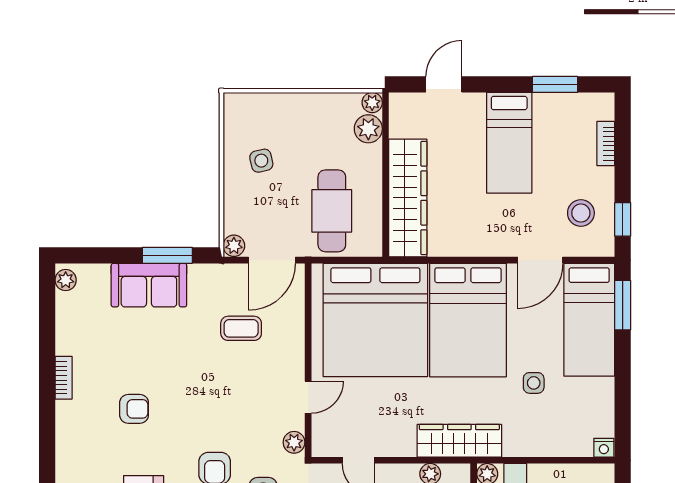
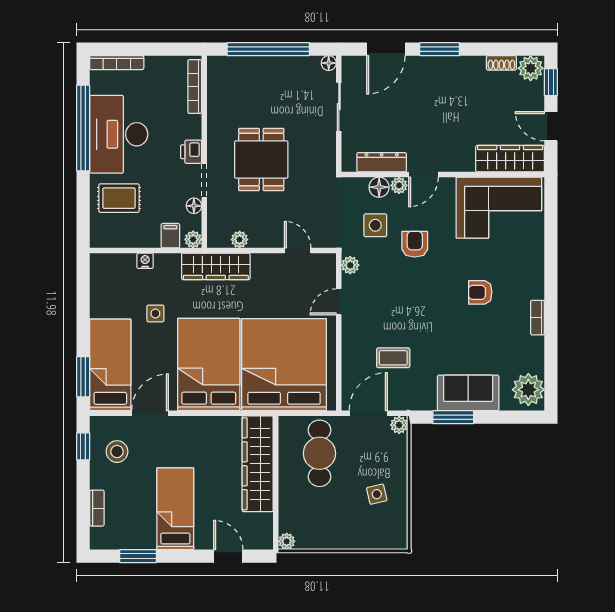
door: (444, 84) -> (228, 556), swing flipped
plant: (368, 129) -> (290, 520), removed
plant: (66, 280) -> (528, 390), width x1.88, depth x1.88
nightstand: (604, 448) -> (145, 261), moved

